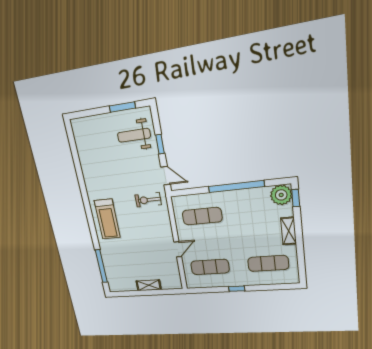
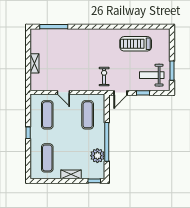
weight bench: (134, 135) -> (152, 75), turned -90
plant: (281, 195) -> (97, 156), moved
treadmill: (107, 219) -> (136, 44), moved

